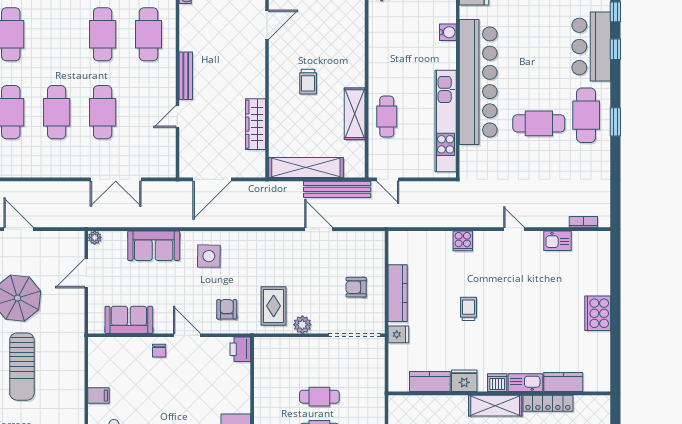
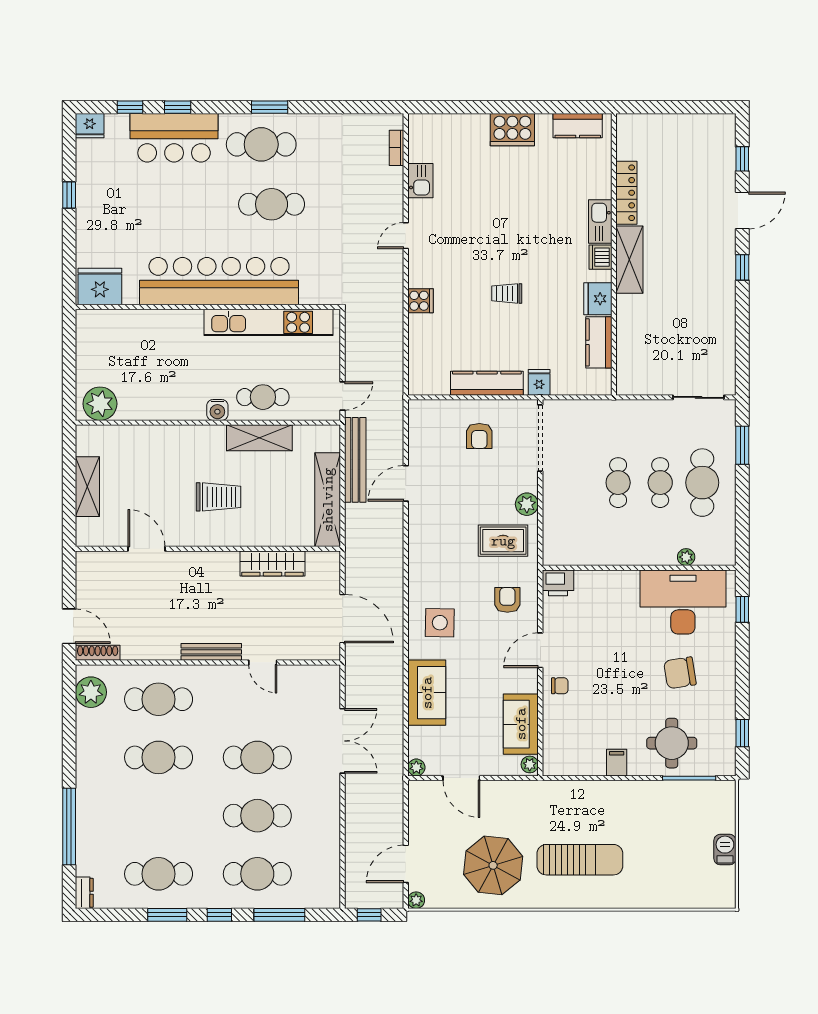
water cooler: (448, 32) -> (217, 410), moved, turned 180
trolley: (308, 82) -> (218, 497), width x1.36, depth x1.39
cafe table: (539, 123) -> (272, 204), turned 90
armchair: (227, 309) -> (507, 600), turned 90
plant: (97, 327) -> (530, 764), added
kitchen counter: (563, 382) -> (578, 126), moved, turned -90

